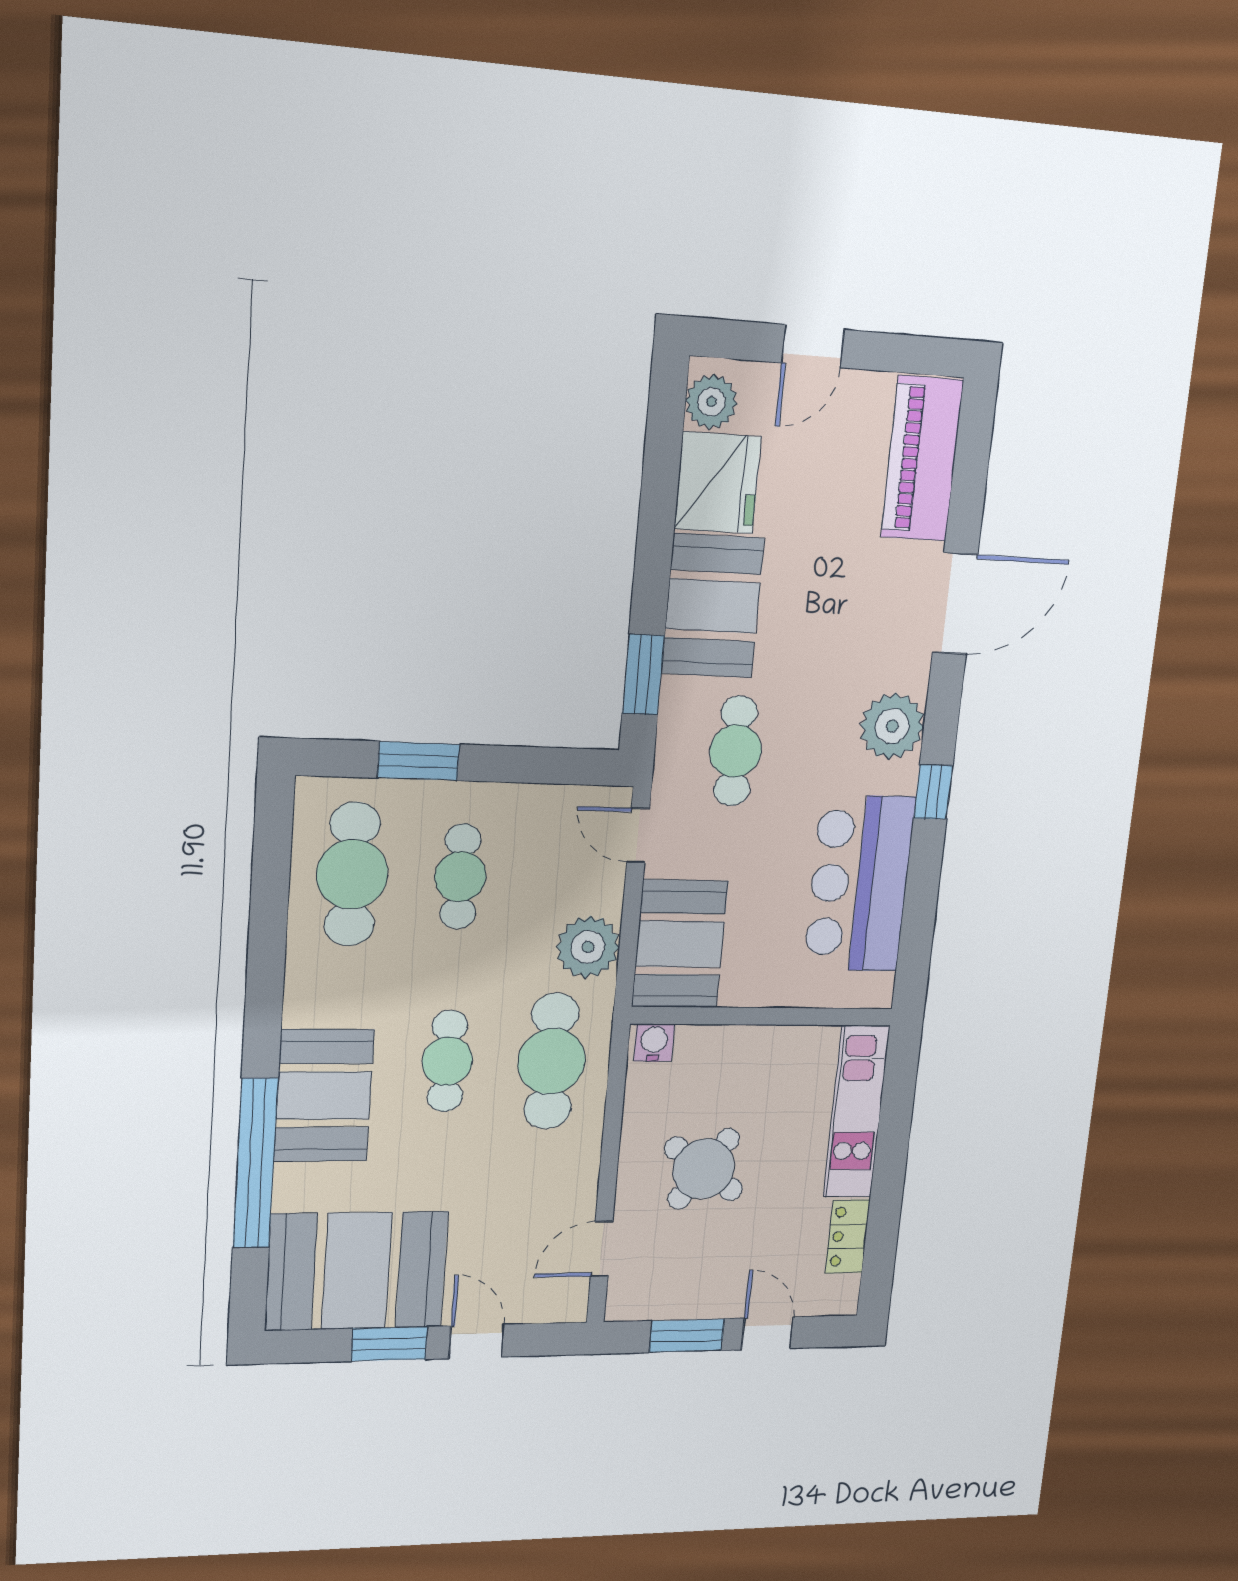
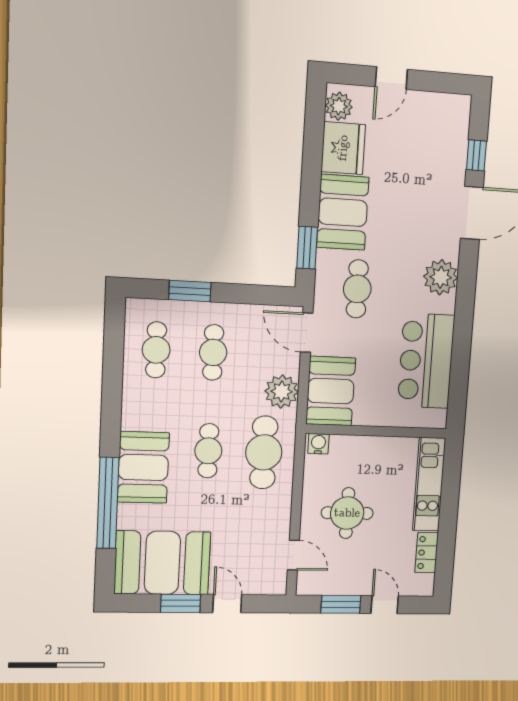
piano: (922, 459) -> (451, 137), removed
window: (933, 792) -> (476, 155), moved
door: (638, 835) -> (307, 333), width x1.38
cafe table: (352, 874) -> (156, 350), width x0.73, depth x0.74
round table: (704, 1169) -> (347, 513), turned -36
door: (602, 1249) -> (293, 555), swing flipped

